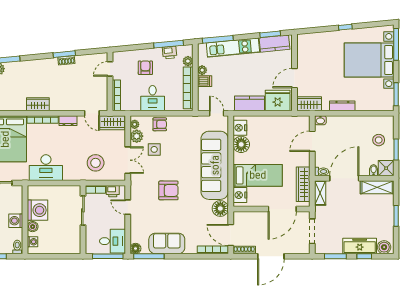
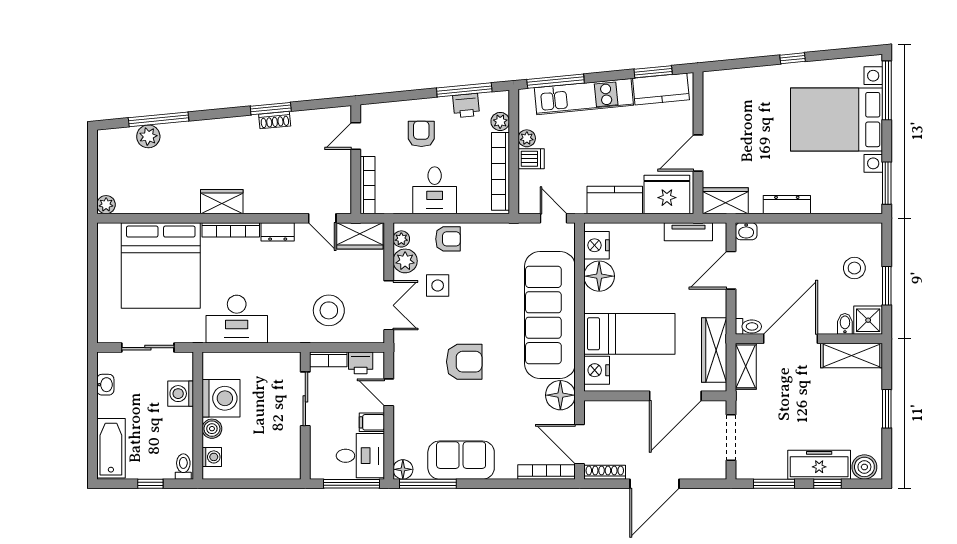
tv unit: (289, 120) -> (688, 232), added
washing machine: (16, 221) -> (181, 394), moved
filing cabinet: (119, 223) -> (372, 422), added

